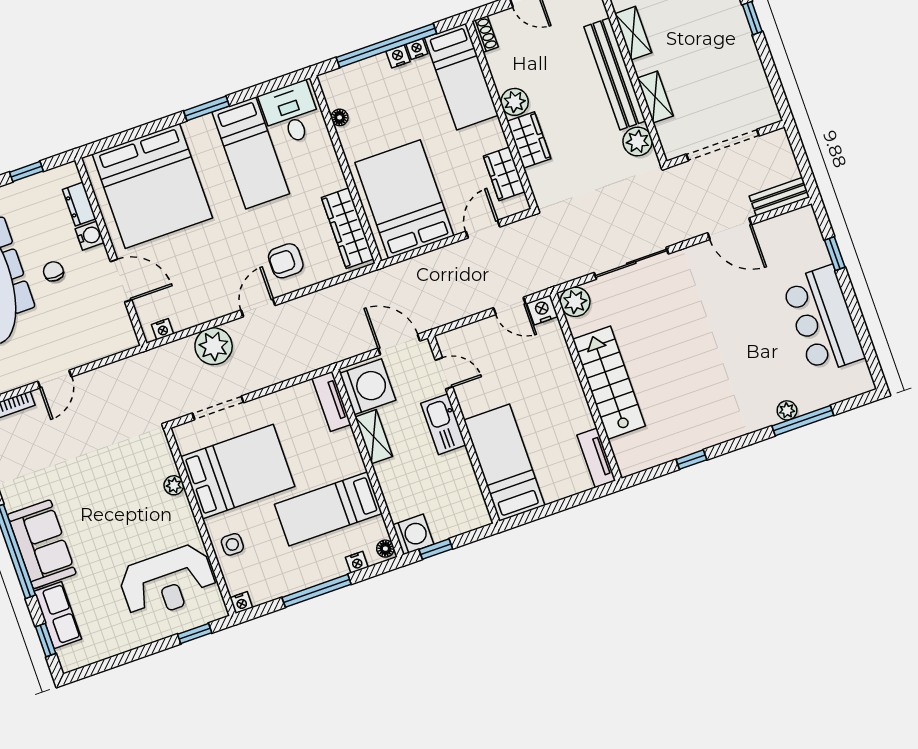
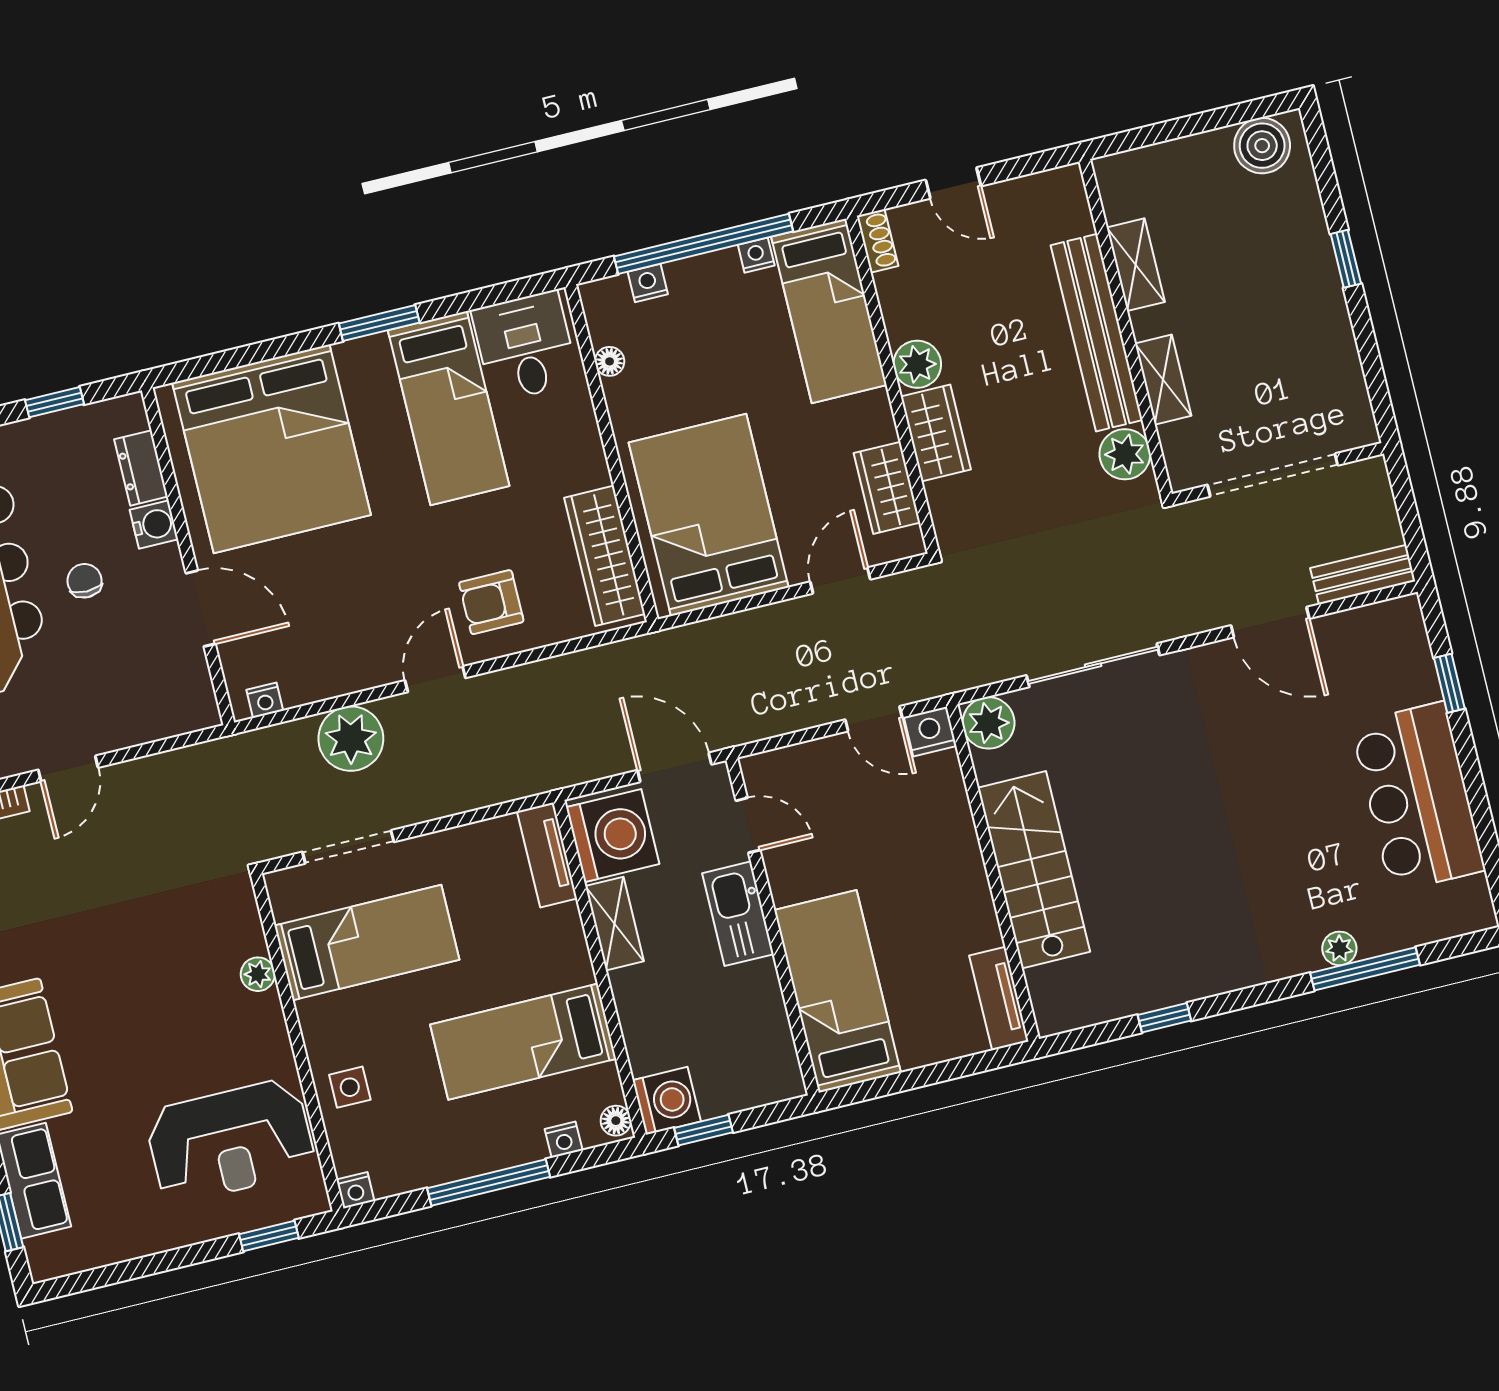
nightstand: (398, 56) -> (648, 283), moved
bed: (238, 472) -> (367, 943), width x0.67

